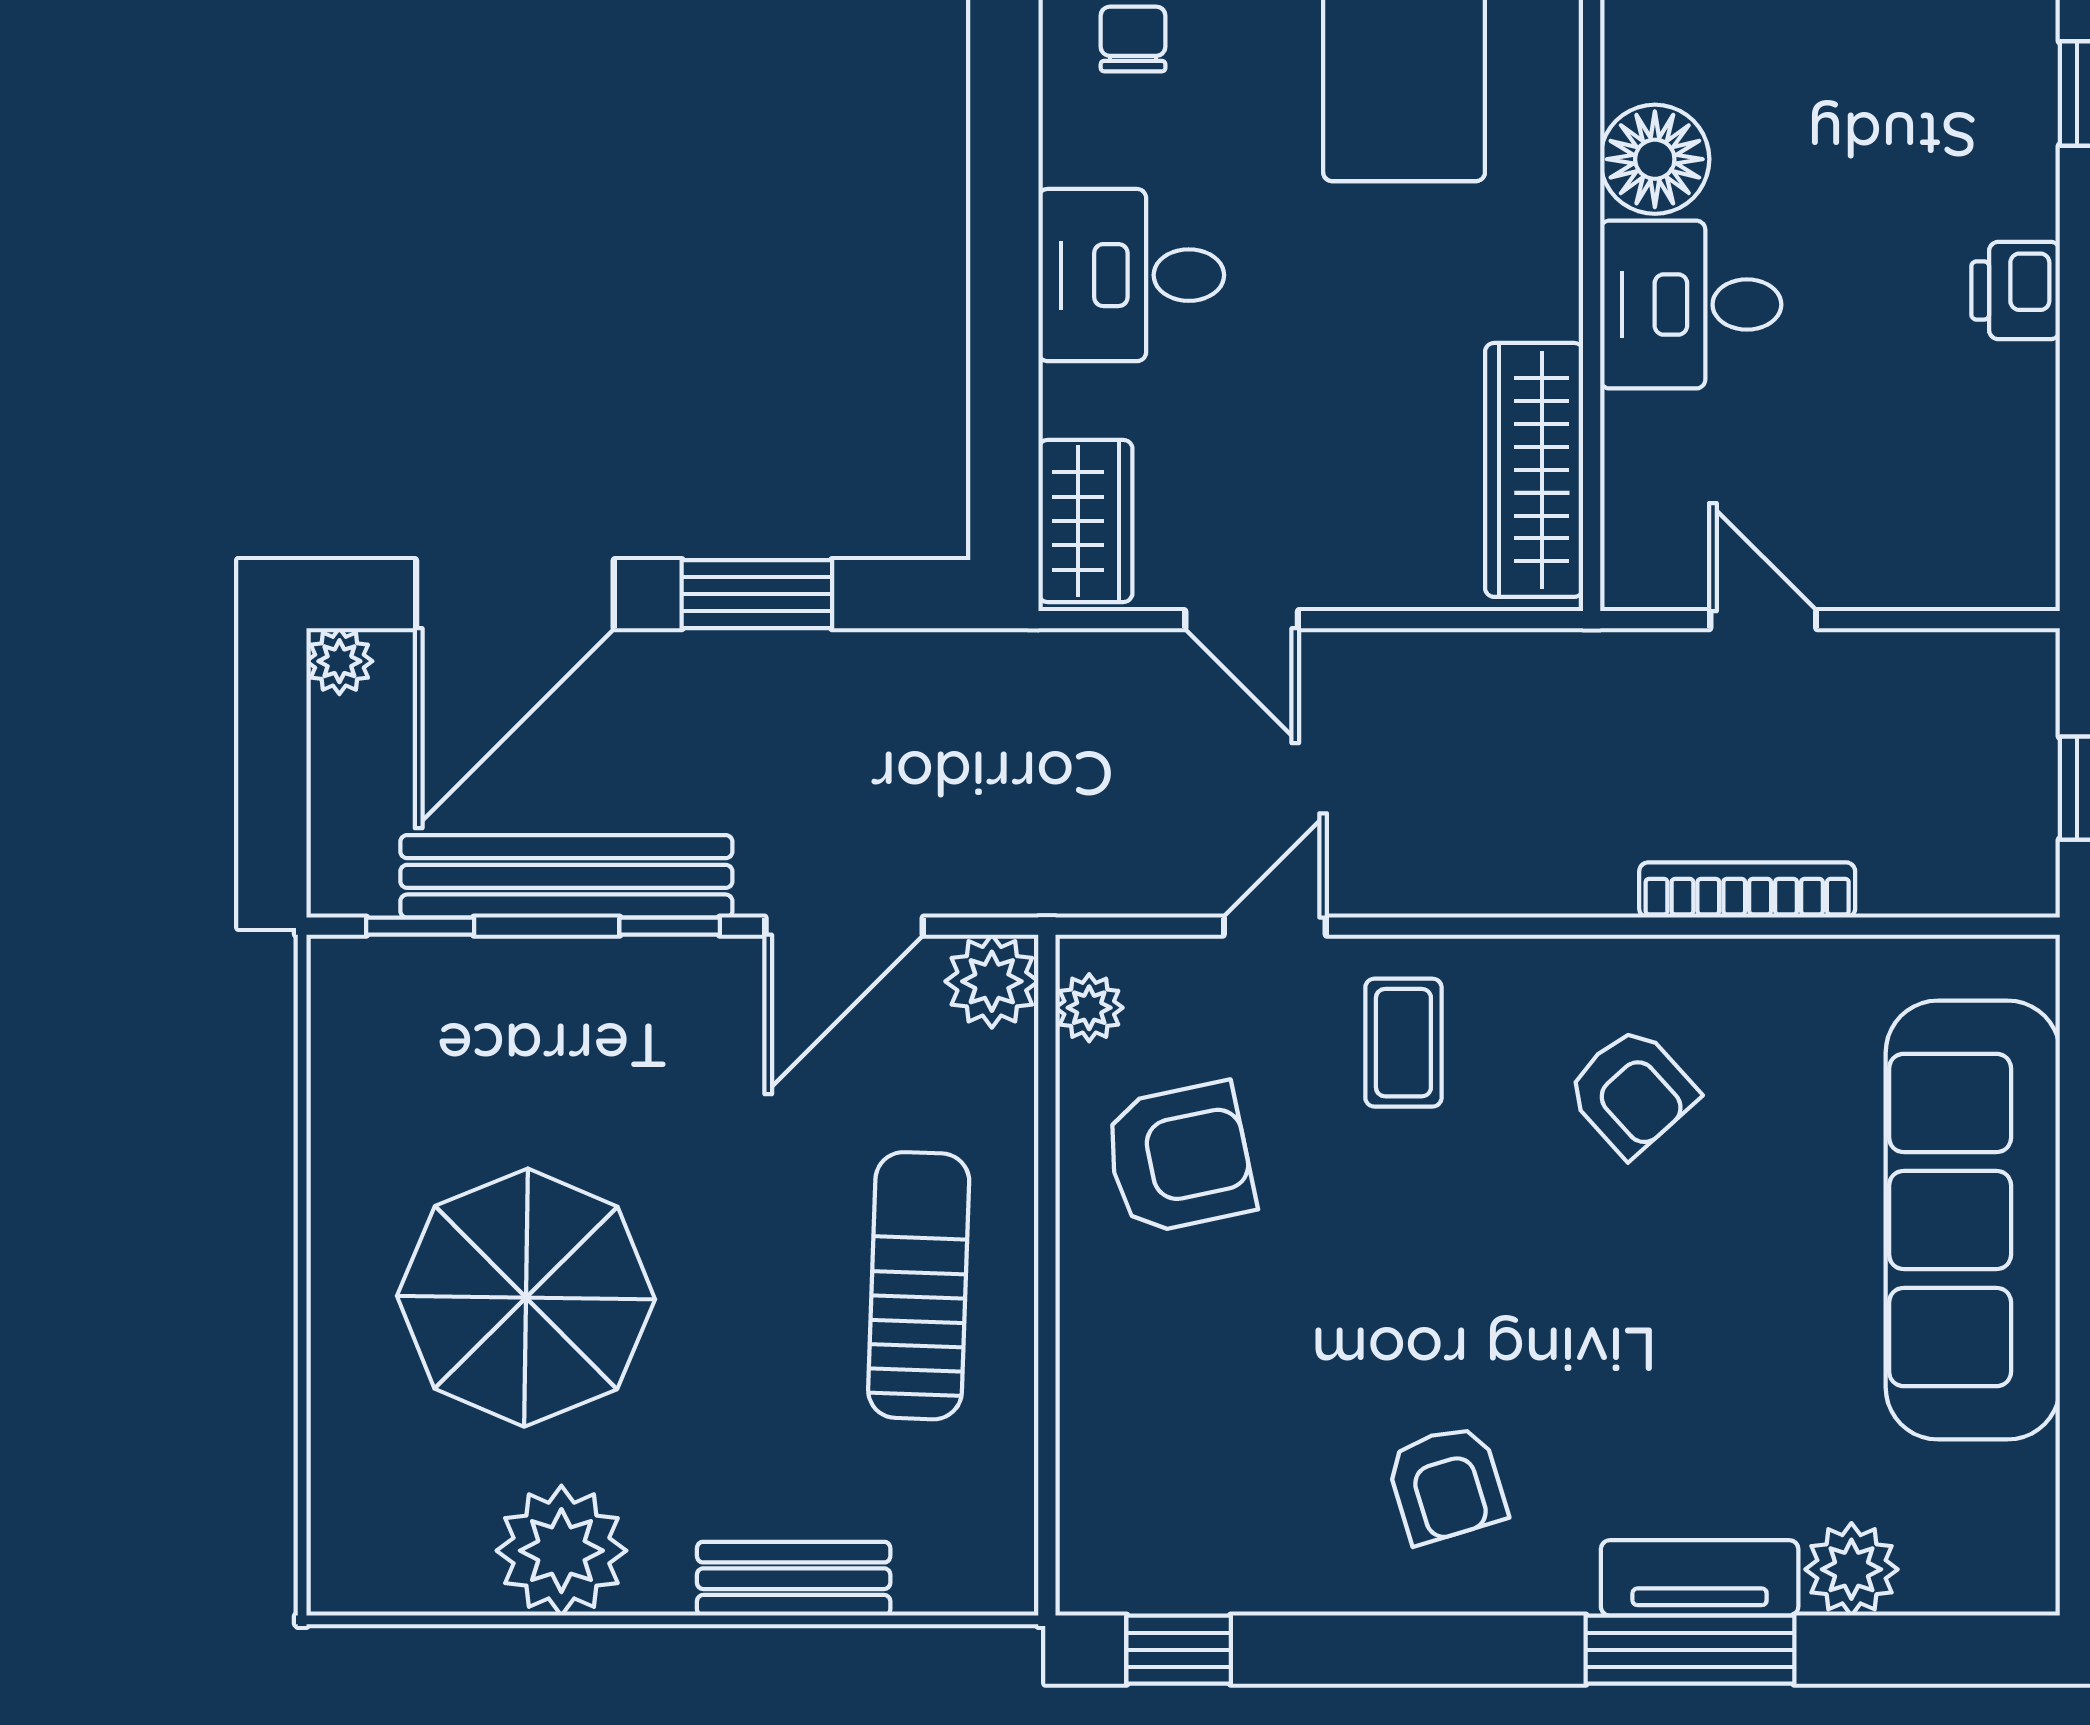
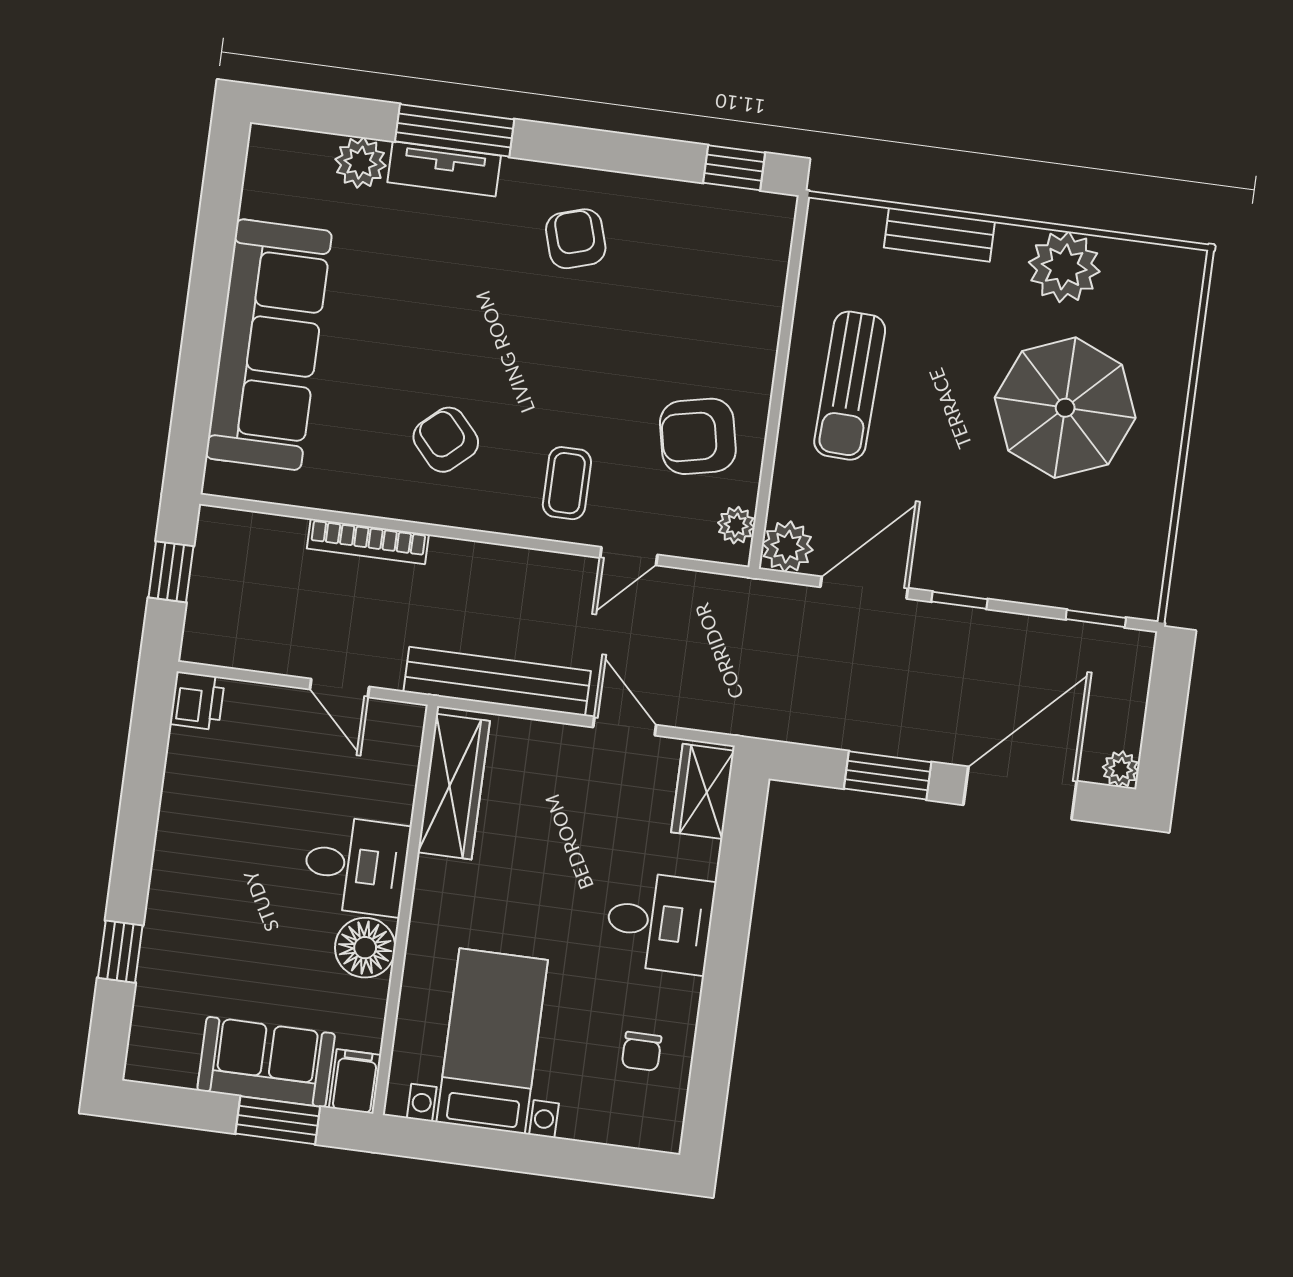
printer: (2016, 290) -> (197, 701), moved
bench: (566, 876) -> (497, 681), moved

